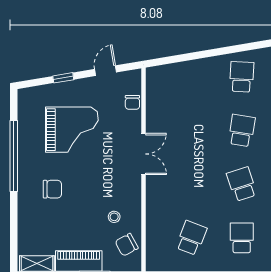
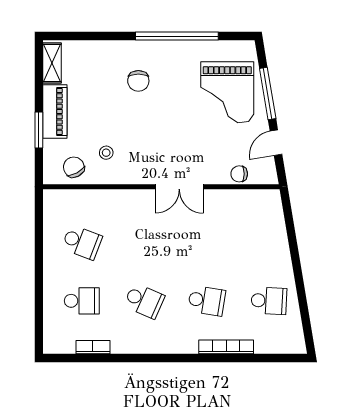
door: (106, 71) -> (276, 143), swing flipped
window: (63, 78) -> (268, 94), width x2.17
grand piano: (72, 130) -> (227, 92), moved
school desk: (242, 184) -> (144, 301), turned 42

